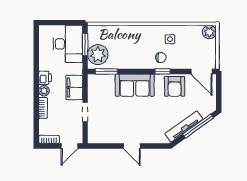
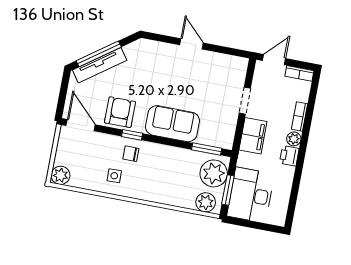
plant: (100, 32) -> (206, 202), added
tv unit: (184, 126) -> (100, 65), moved

